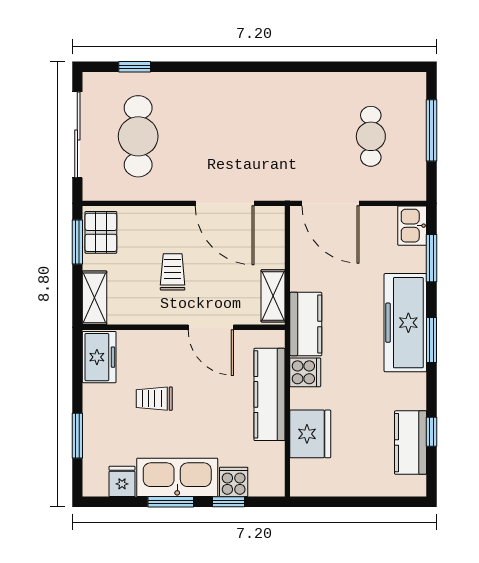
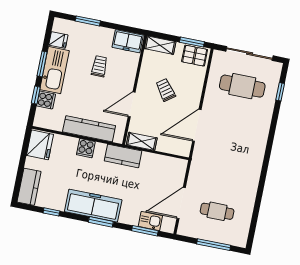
door: (331, 203) -> (181, 203), moved
kitchen sink: (412, 226) -> (150, 221), moved
trolley: (173, 272) -> (166, 90), turned -127
freezer: (405, 323) -> (93, 206), moved
cooker: (305, 372) -> (86, 148), moved
fridge: (310, 434) -> (40, 145), moved, turned -90
kitchen counter: (411, 443) -> (29, 187), moved, turned 90

